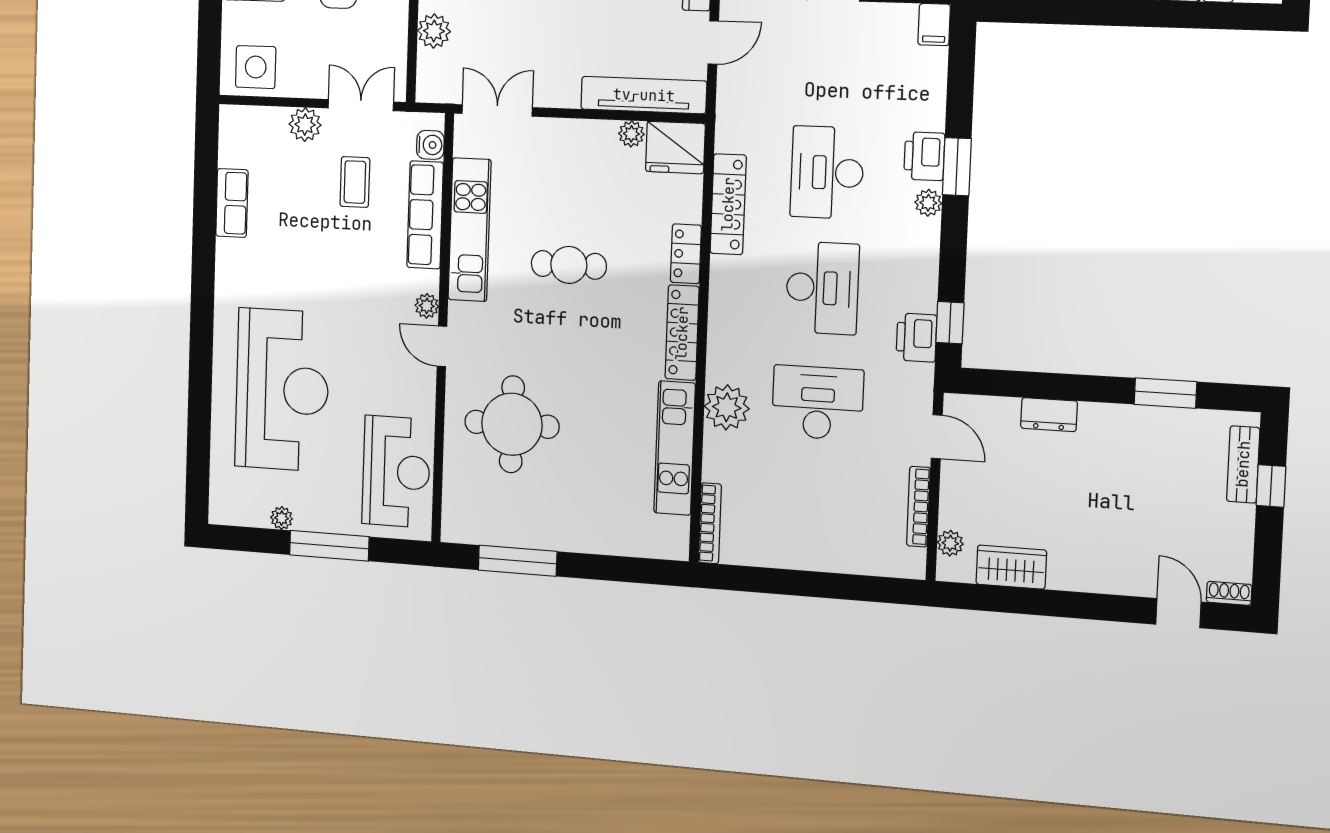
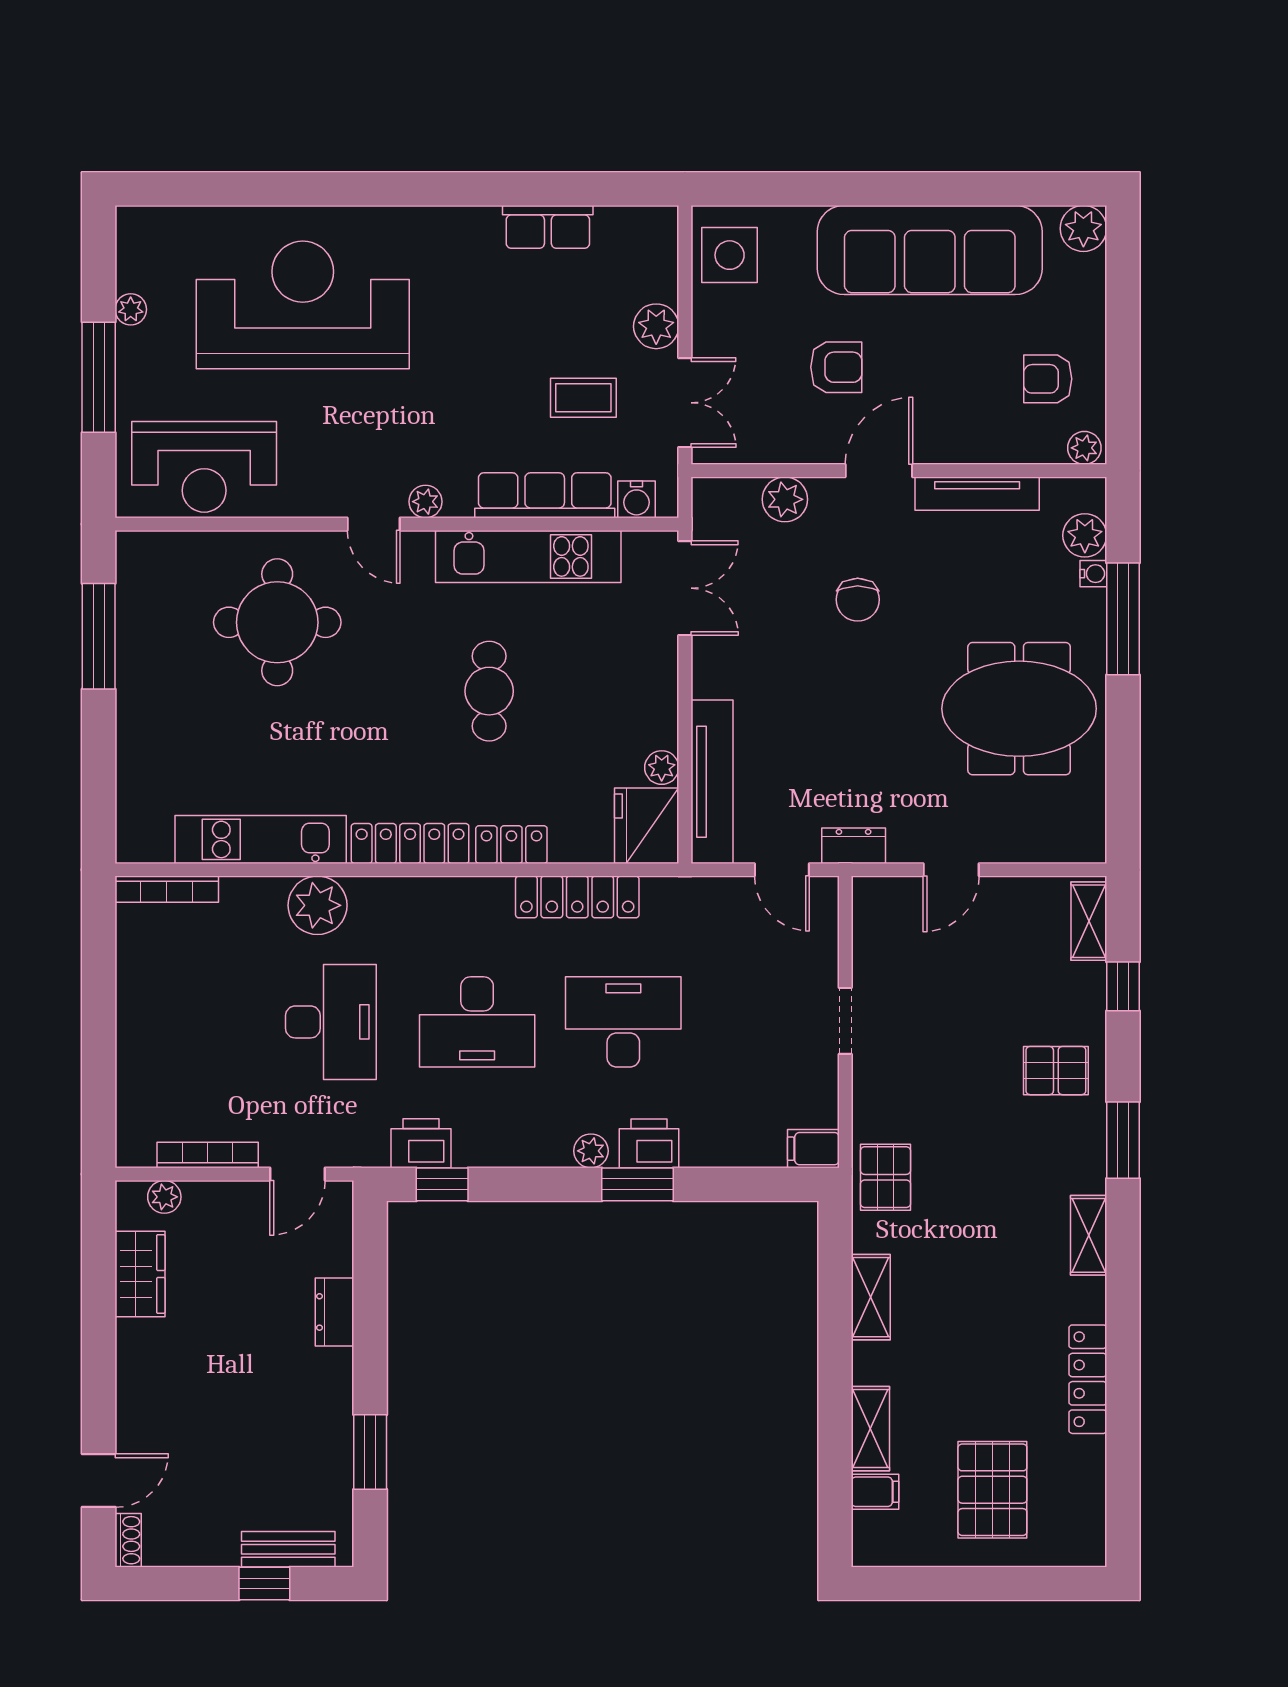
door: (442, 346) -> (374, 524), swing flipped
reception desk: (282, 390) -> (303, 305), turned 180

